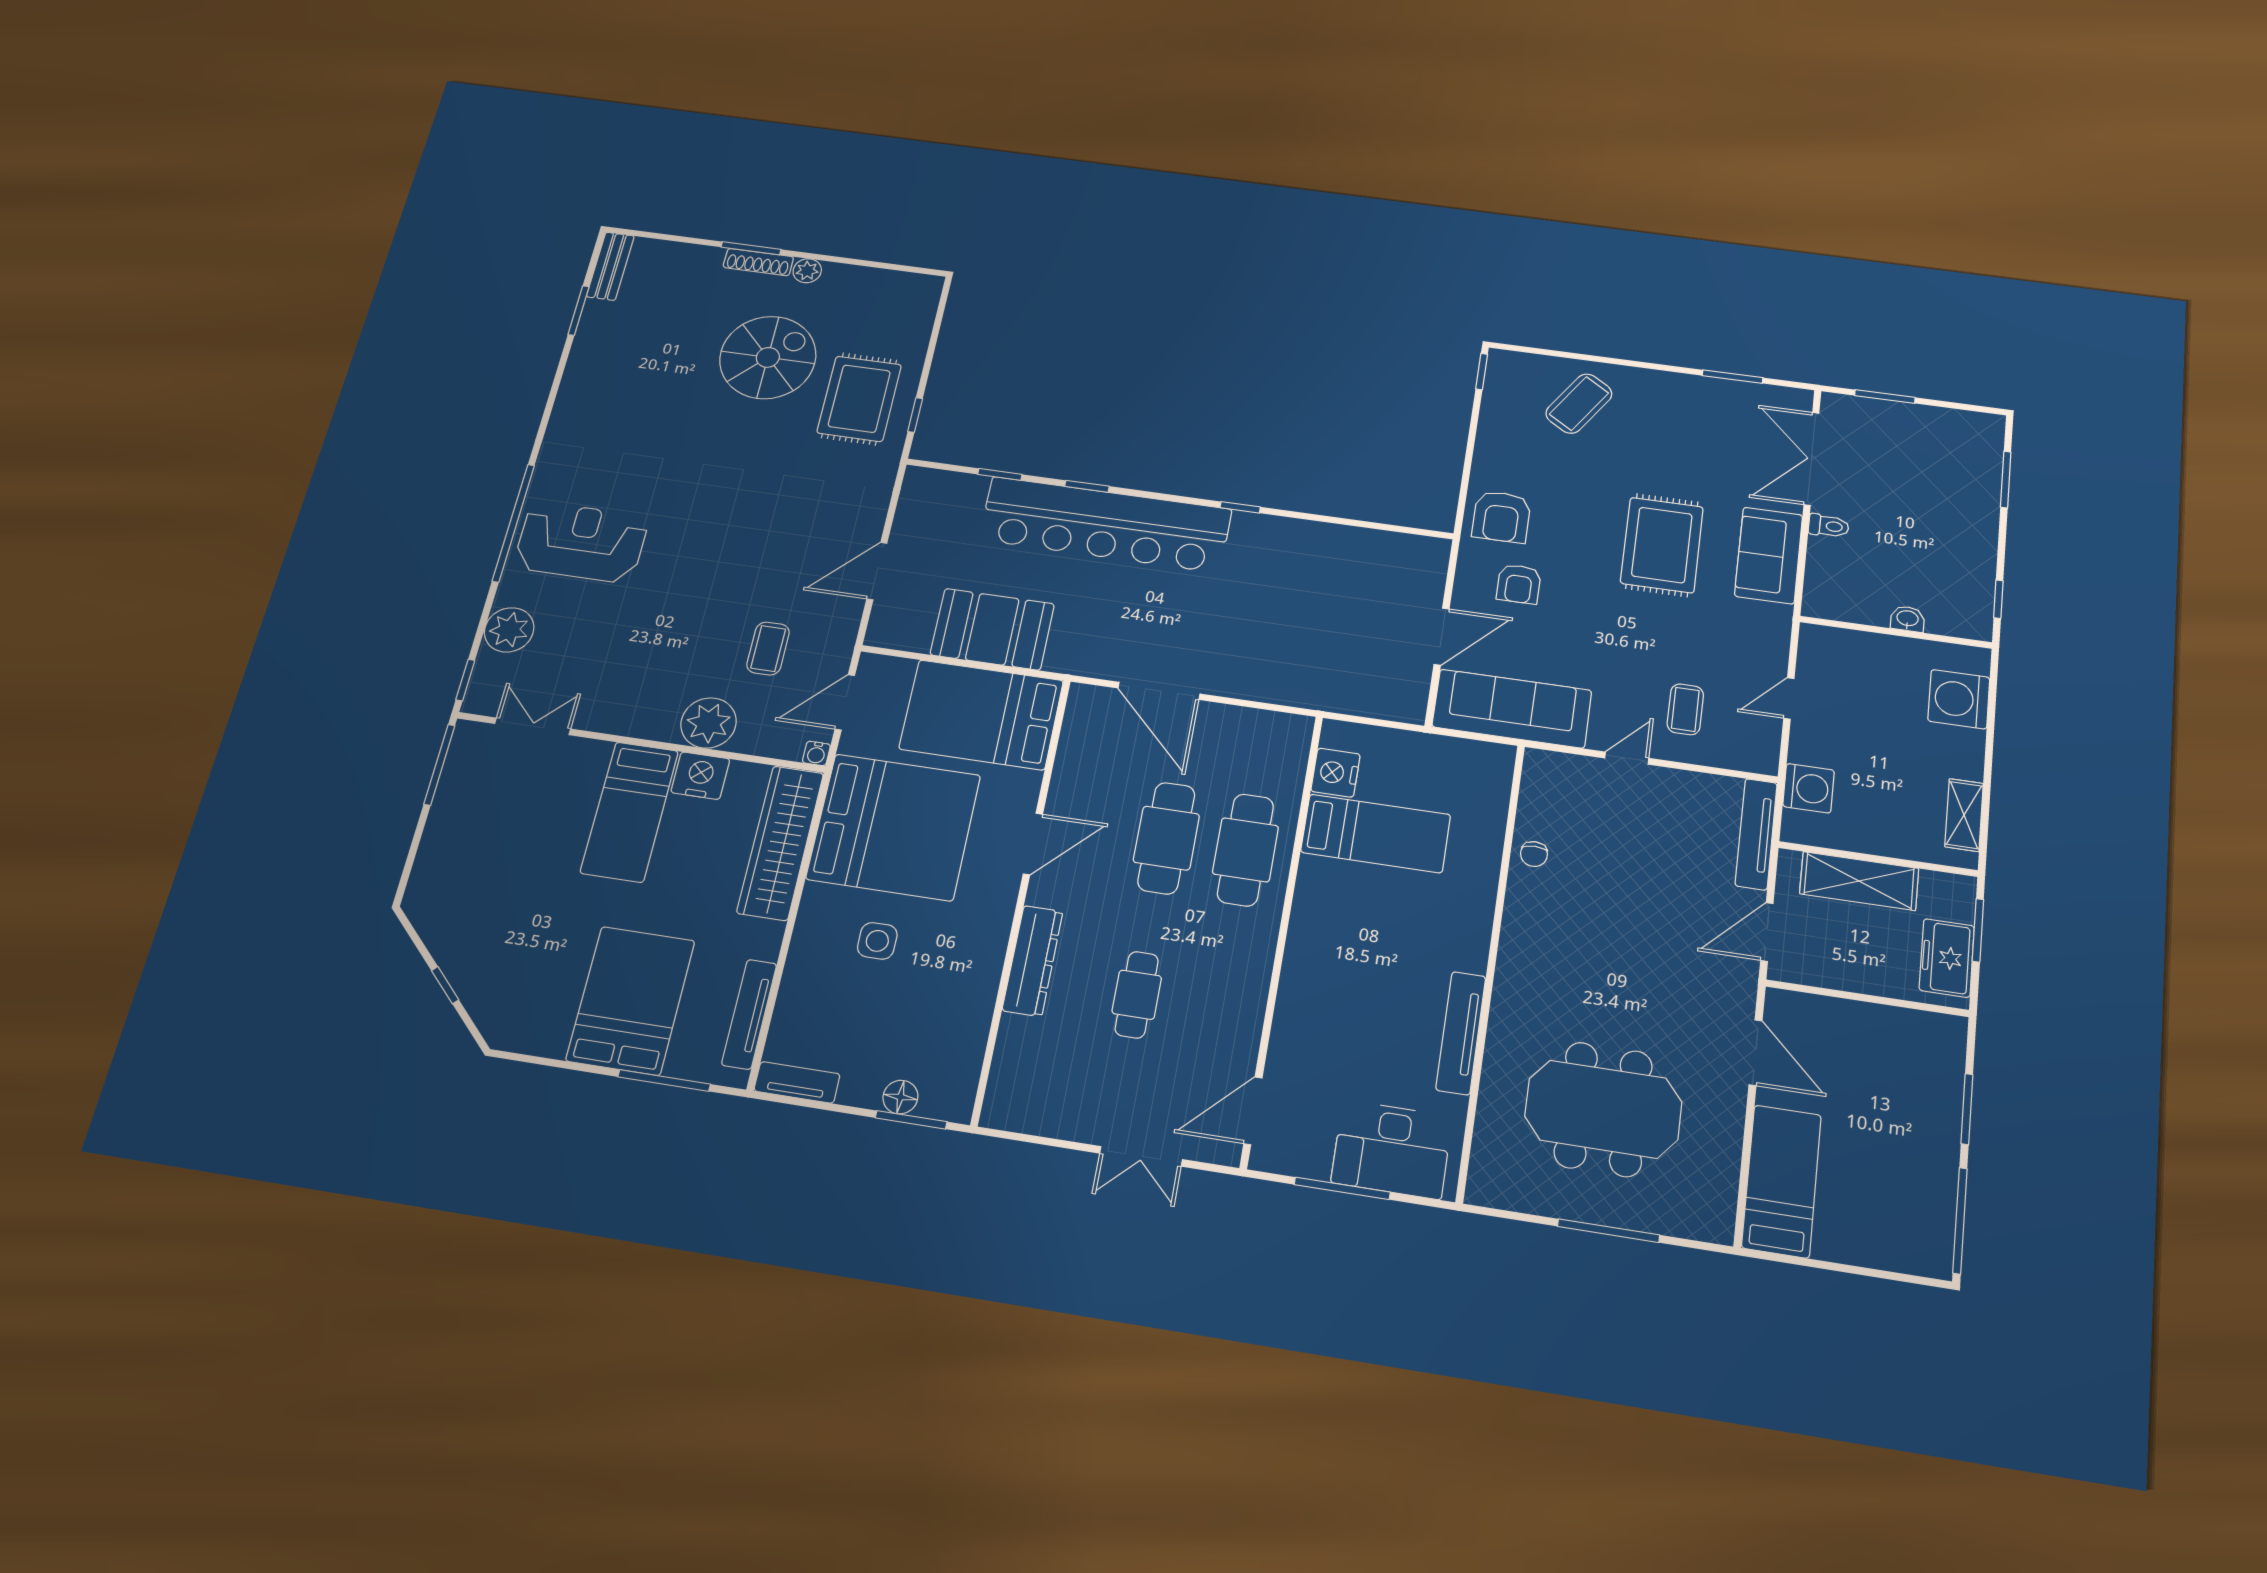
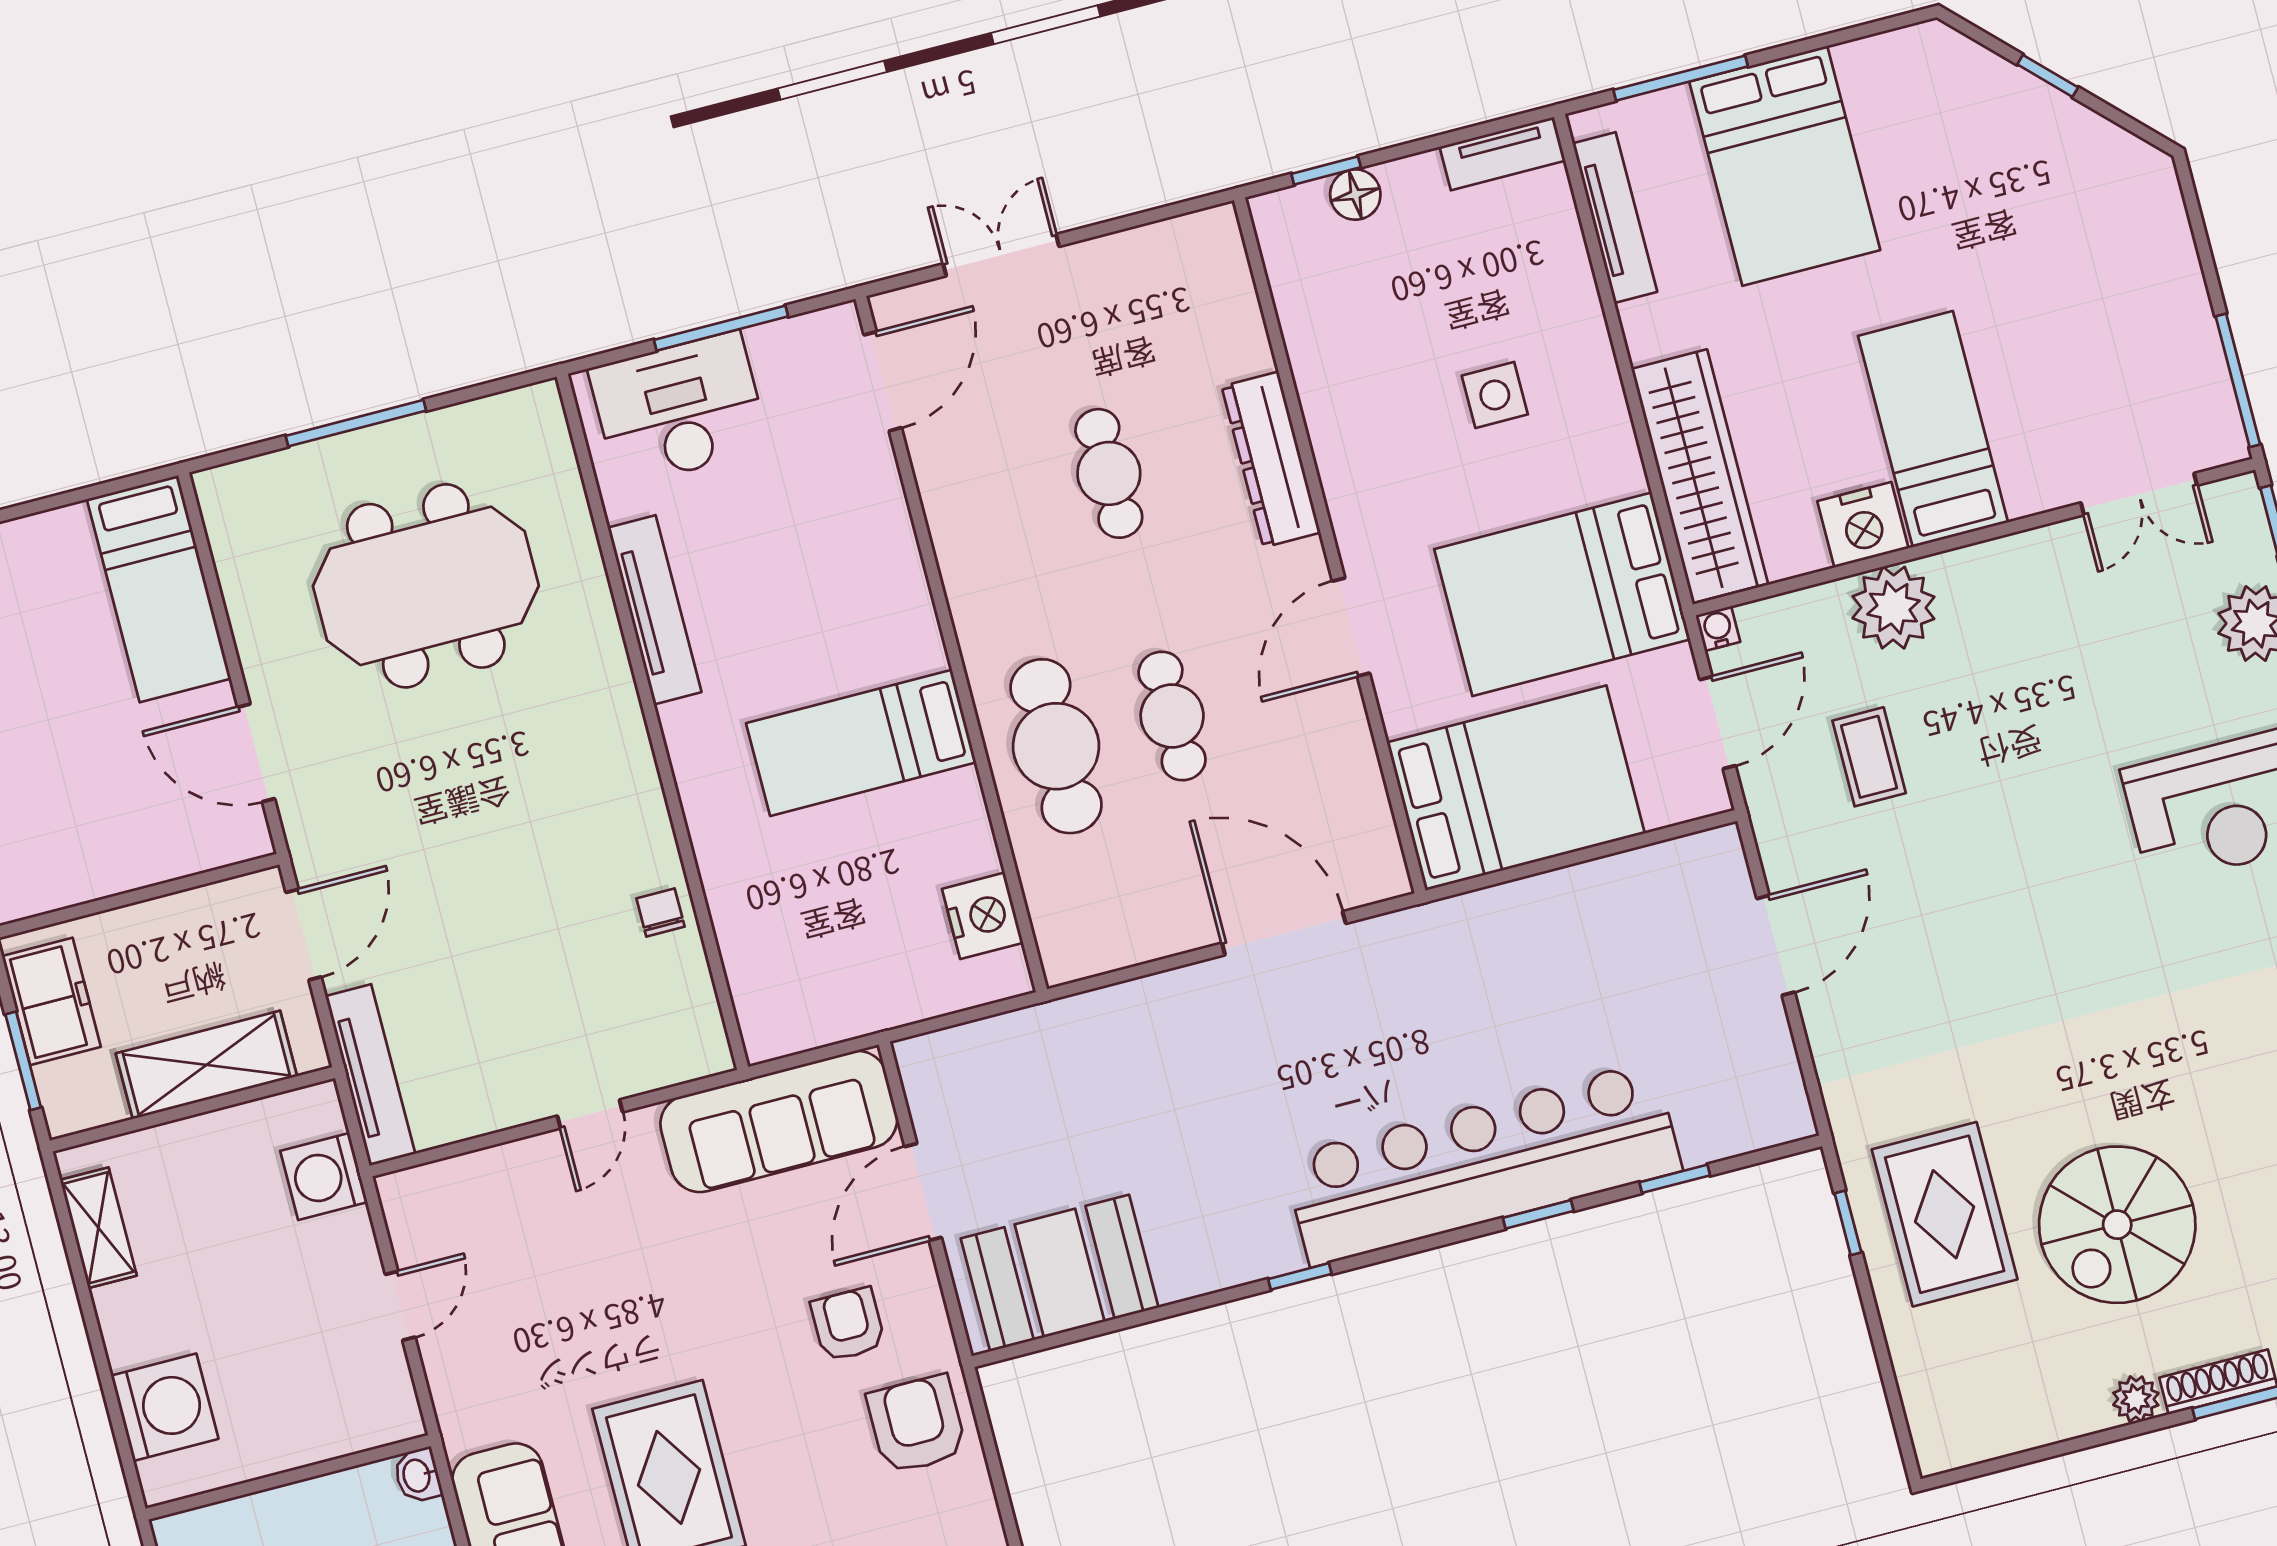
washbasin: (1907, 619) -> (418, 1475), moved, turned 90
booth: (992, 629) -> (1060, 1273), moved
coffee table: (1685, 709) -> (538, 1226), removed
bed: (894, 827) -> (1562, 594), width x0.73
bed: (1376, 833) -> (861, 743), moved
cafe table: (1166, 838) -> (1172, 716), width x0.73, depth x0.74
window: (911, 1120) -> (1326, 170), width x0.67

